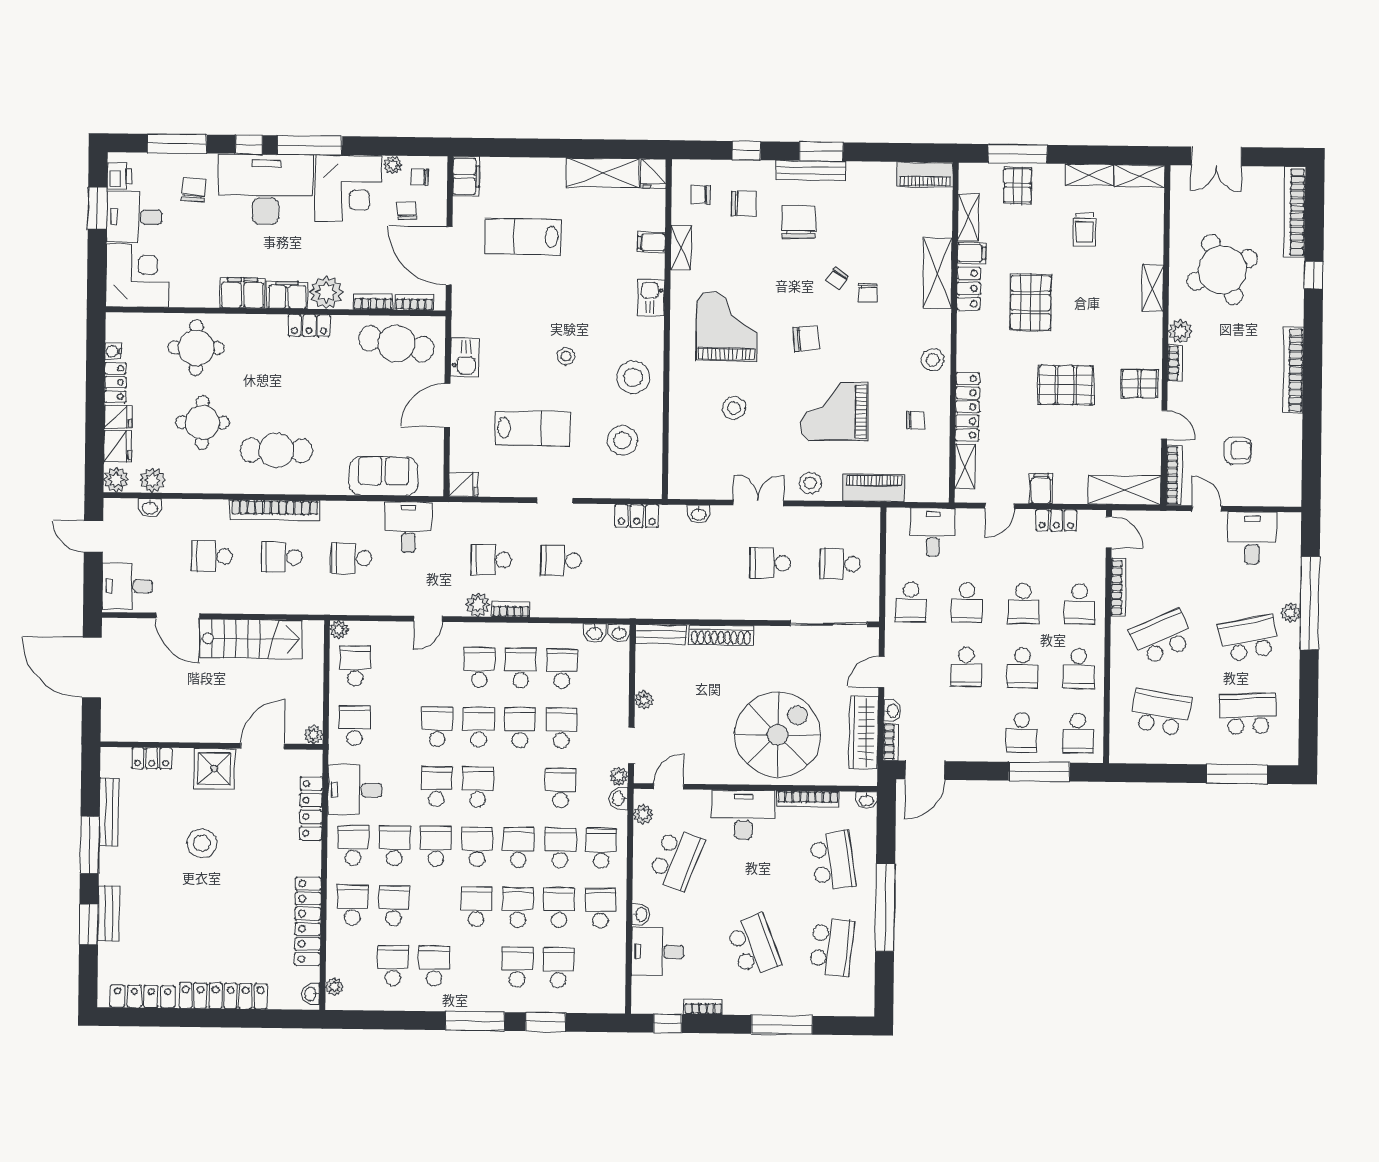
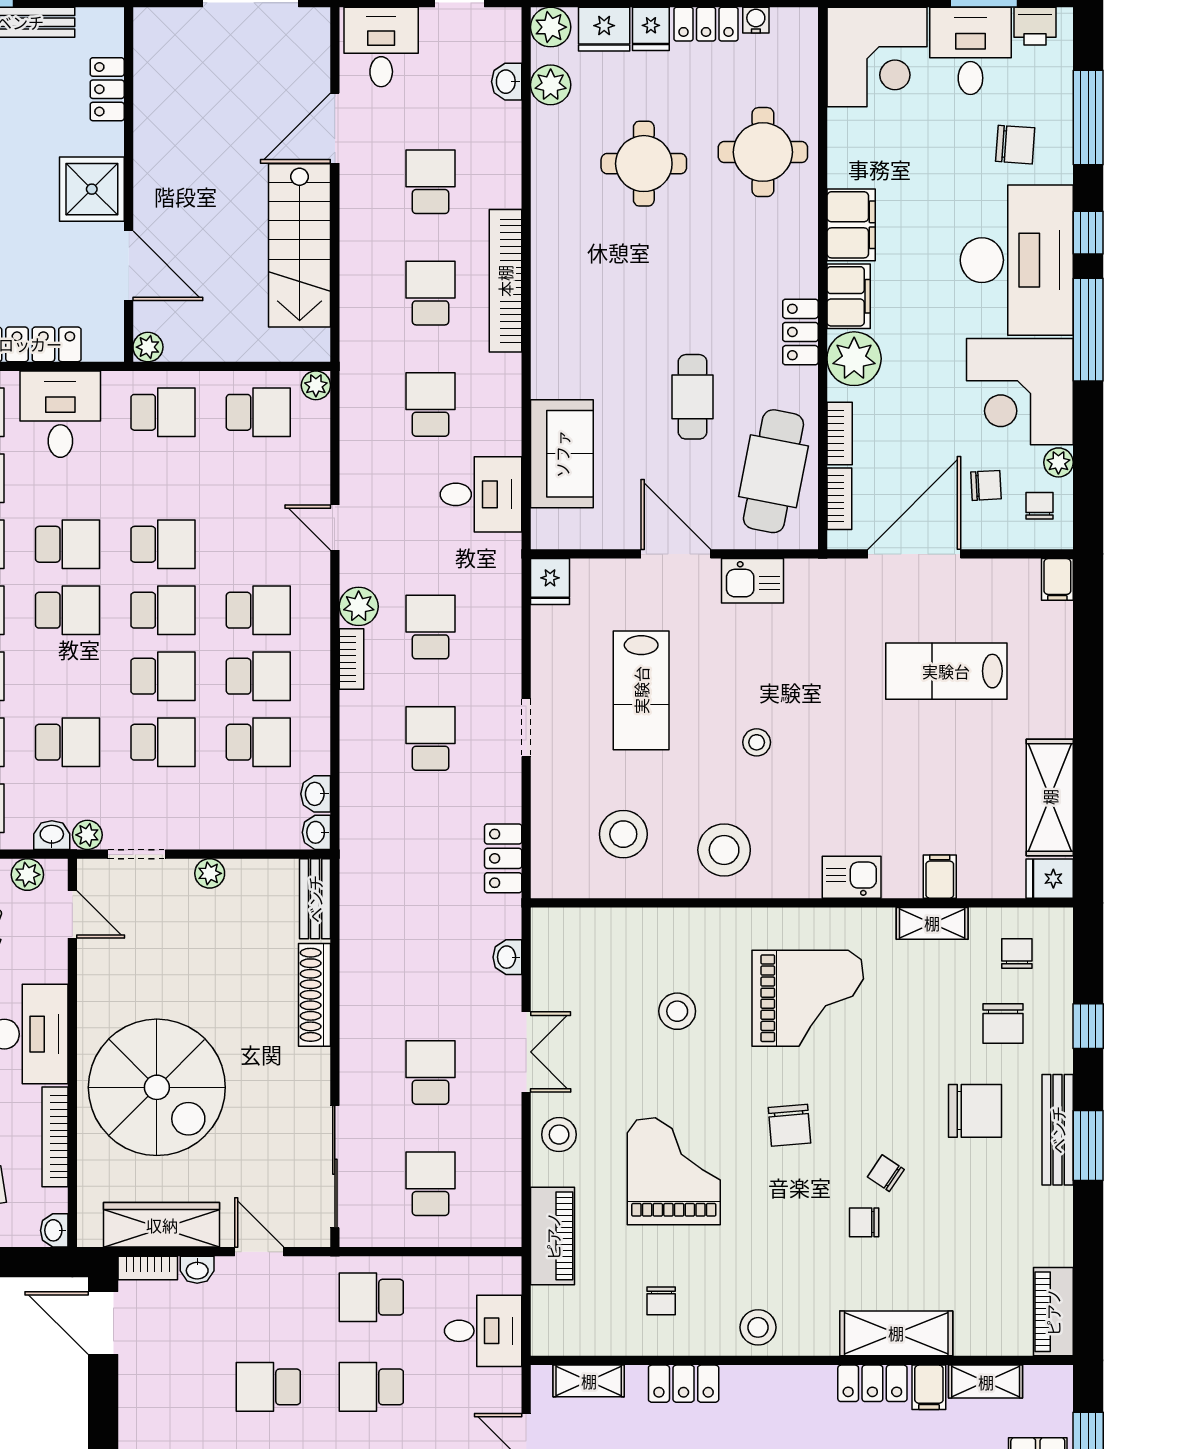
filing cabinet: (466, 176) -> (1057, 579), width x0.50
lab bench: (523, 237) -> (946, 671), turned -90
locker: (967, 407) -> (684, 1384), width x0.66
cafe table: (276, 450) -> (693, 397), moved, width x0.73, depth x0.74

